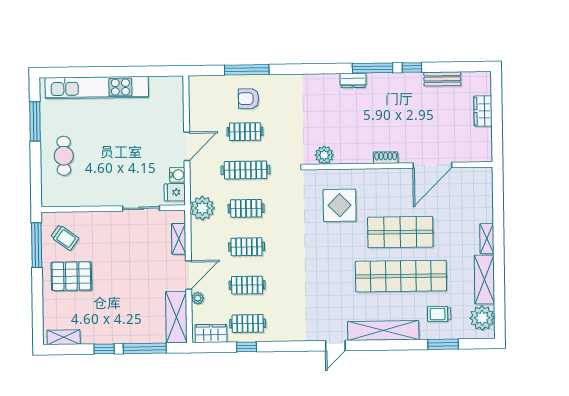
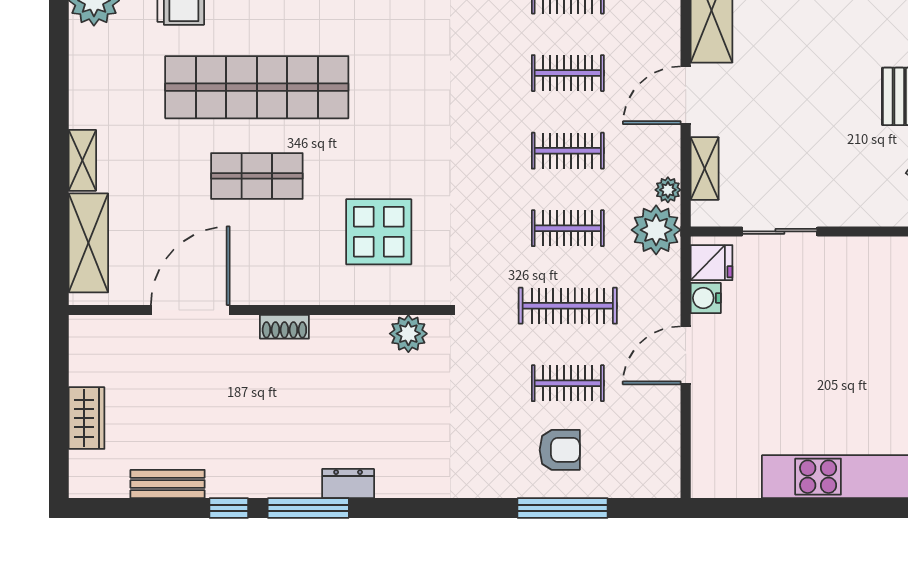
shop shelf: (400, 232) -> (257, 176), width x0.70, depth x0.74
shelving: (484, 279) -> (88, 243), moved
plant: (198, 298) -> (668, 190), moved

